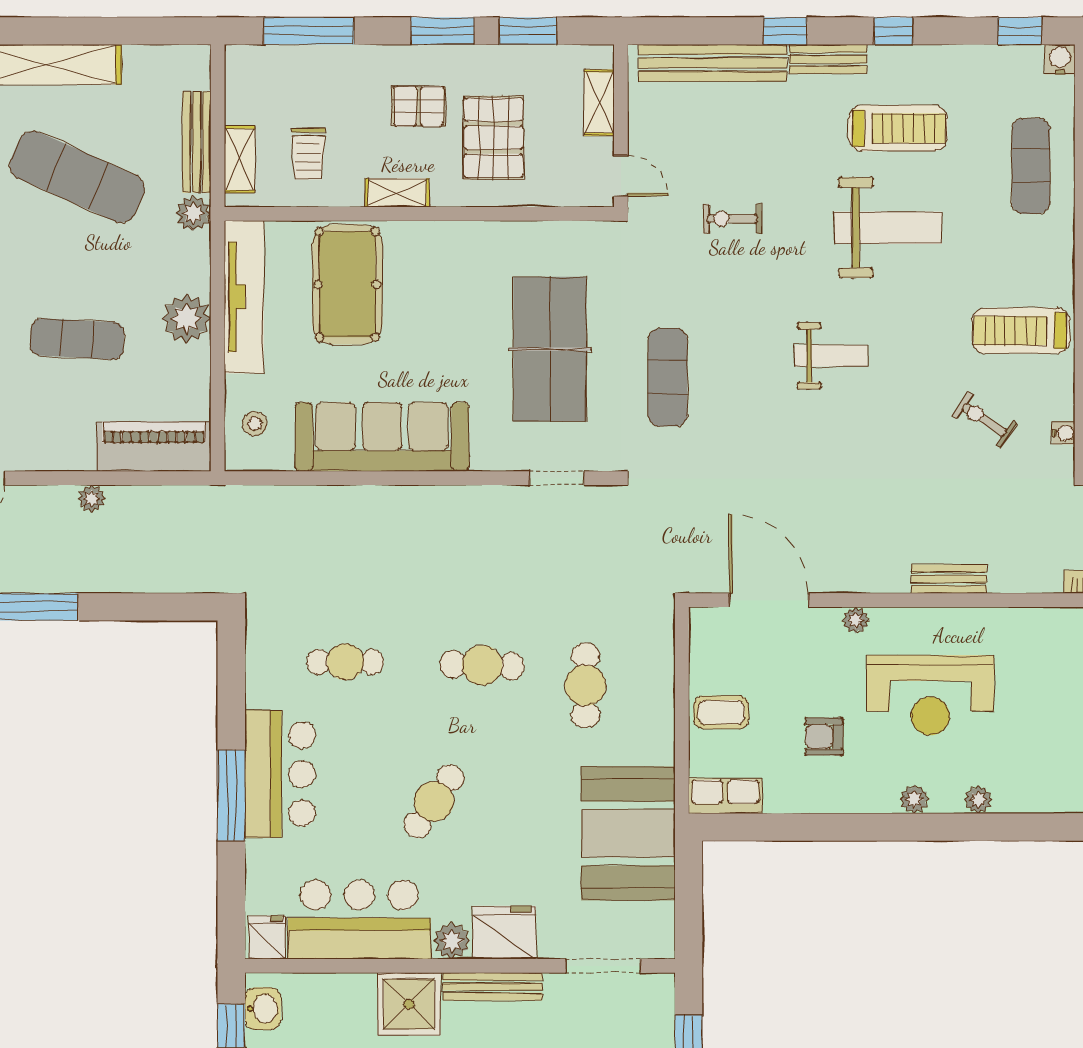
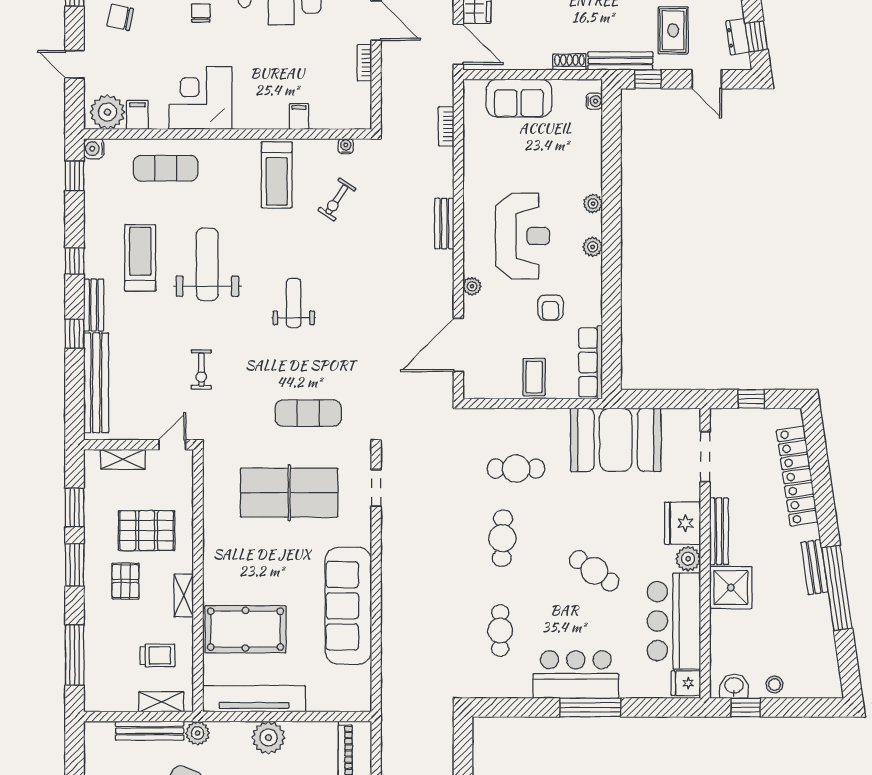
stool: (255, 424) -> (339, 692), removed
row of seats: (725, 796) -> (591, 362), width x1.48

